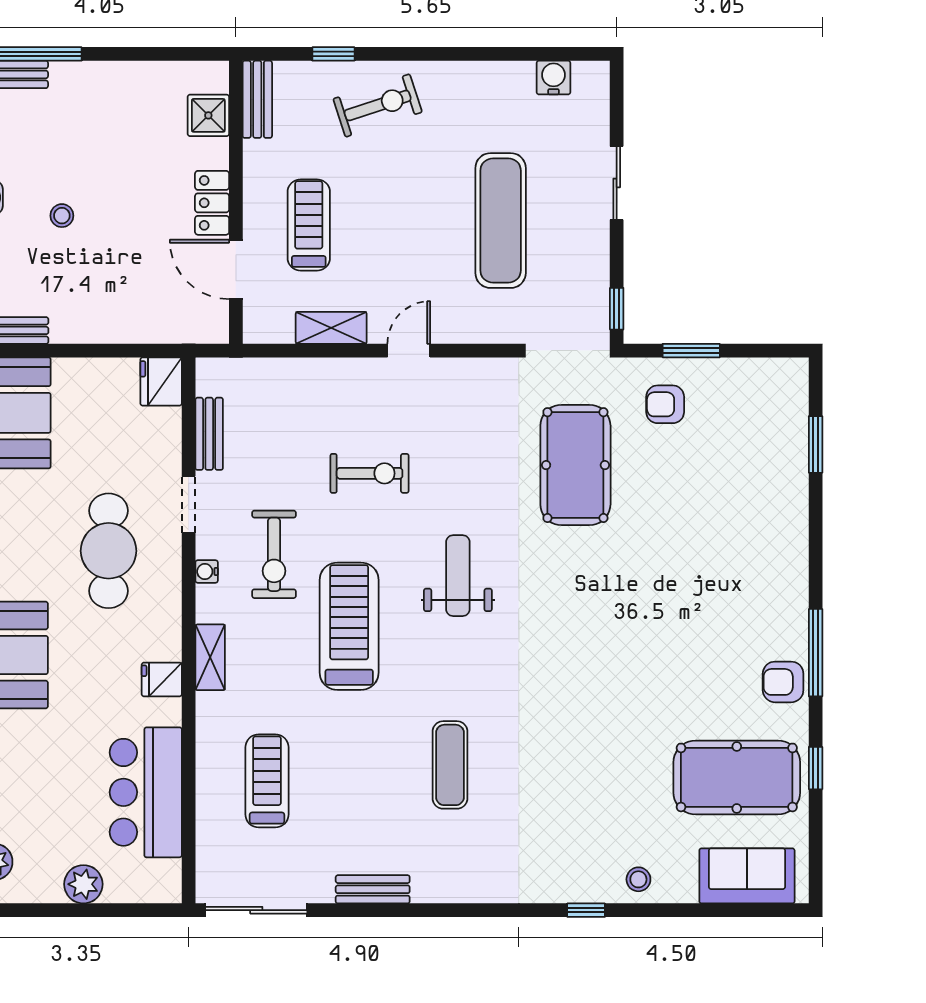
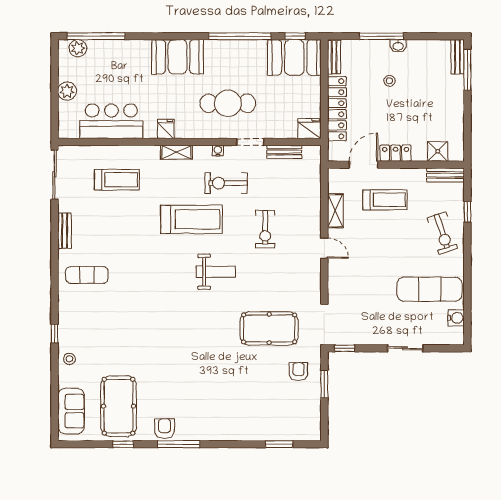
exercise mat: (501, 221) -> (430, 289), moved
locker: (120, 324) -> (337, 109), added
exercise mat: (450, 765) -> (87, 275), moved

